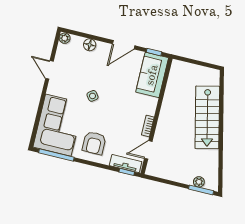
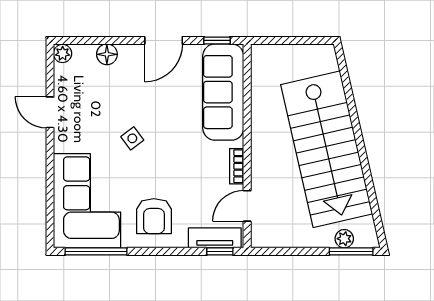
sofa: (152, 75) -> (223, 92), width x1.36
stairs: (207, 117) -> (327, 149), width x1.36, depth x1.51

